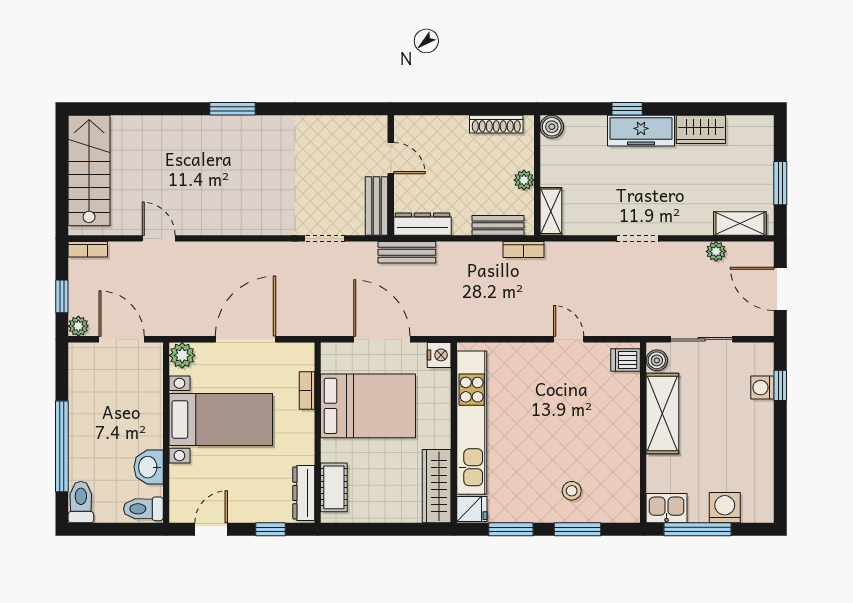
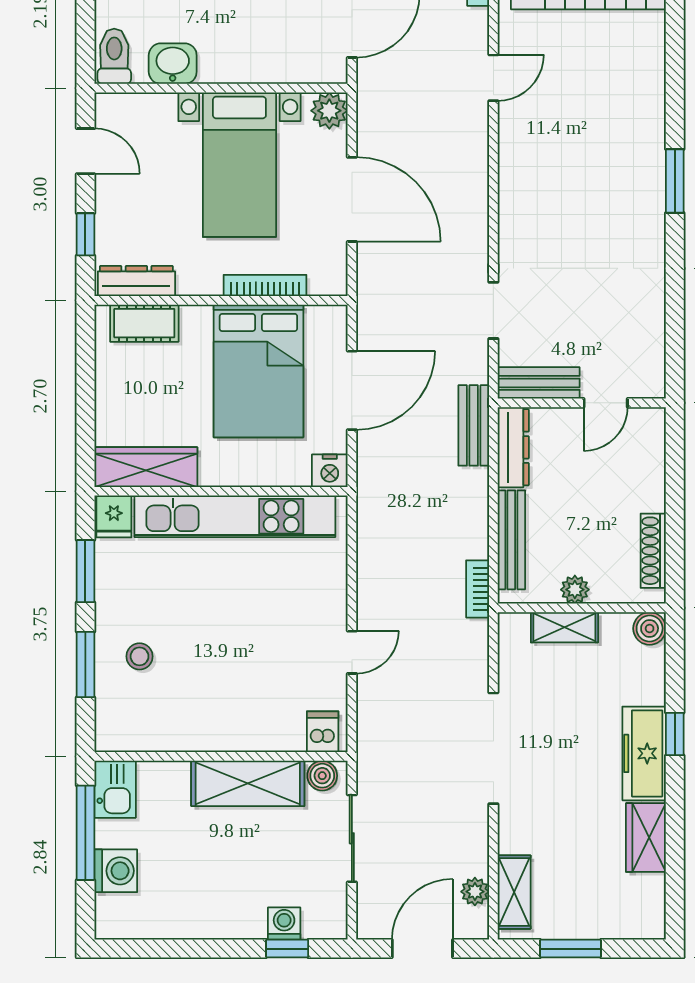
shelving: (551, 211) -> (564, 627), moved
bench: (498, 225) -> (511, 540), width x1.36
doorway: (637, 238) -> (493, 748), width x1.88
plant: (716, 251) -> (475, 892), moved
bookcase: (307, 391) -> (265, 285), width x1.56

